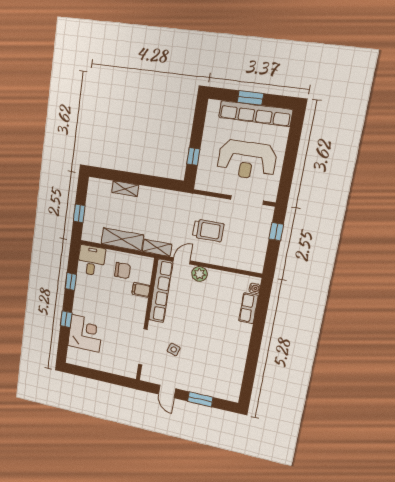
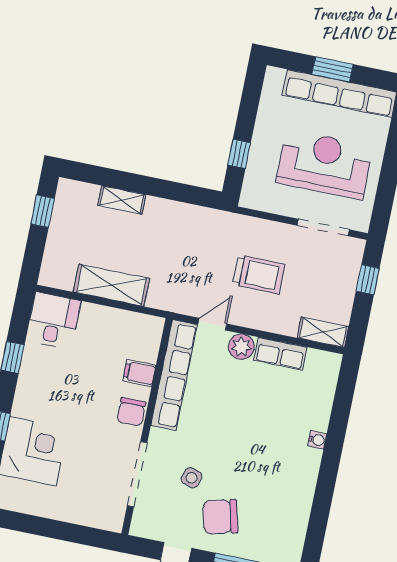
reception desk: (247, 160) -> (324, 164), turned 180
window: (79, 213) -> (43, 211), moved
shelving: (157, 248) -> (323, 332), moved
chair: (123, 271) -> (131, 412), moved, turned 90
water cooler: (255, 288) -> (317, 440), moved
row of seats: (248, 308) -> (280, 354), moved, turned -90
chair: (191, 372) -> (220, 517), added

